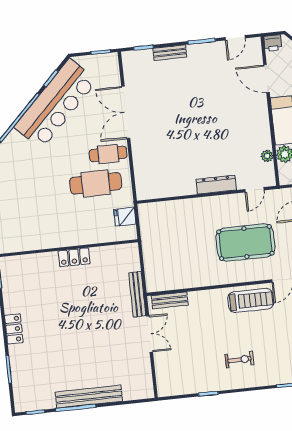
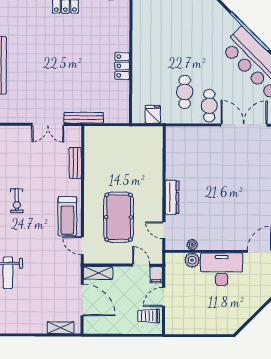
cafe table: (96, 183) -> (185, 92), width x0.73, depth x0.74
bench: (170, 300) -> (75, 163), moved

